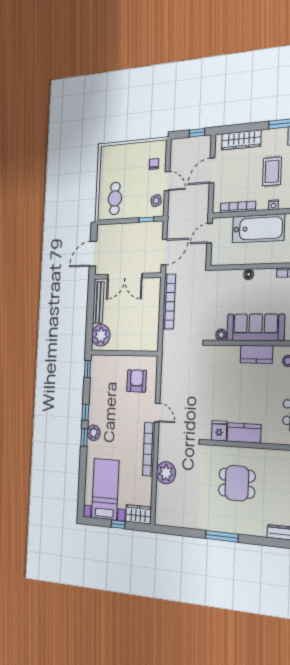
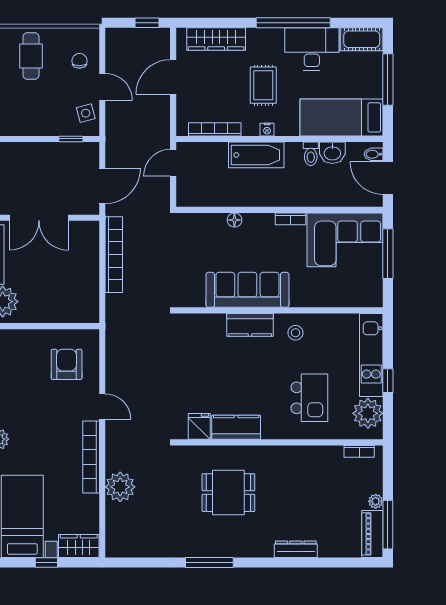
cafe table: (115, 198) -> (31, 56), moved
bathtub: (258, 228) -> (256, 155), width x0.73, depth x0.73
plant: (221, 335) -> (197, 300), removed

